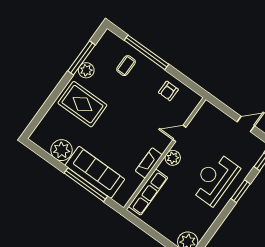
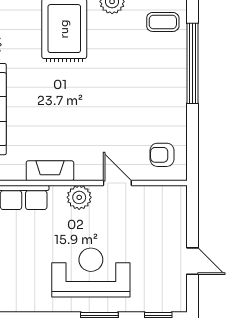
coffee table: (126, 66) -> (163, 22), moved
armchair: (168, 91) -> (162, 155), moved

